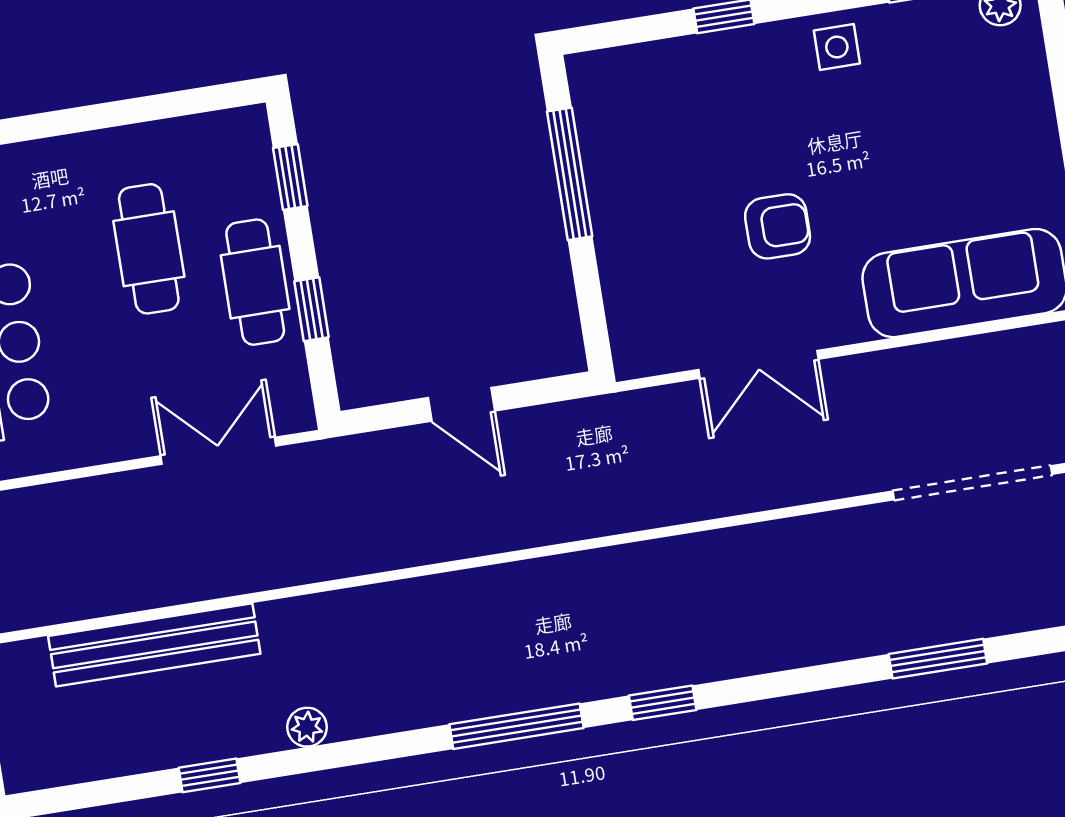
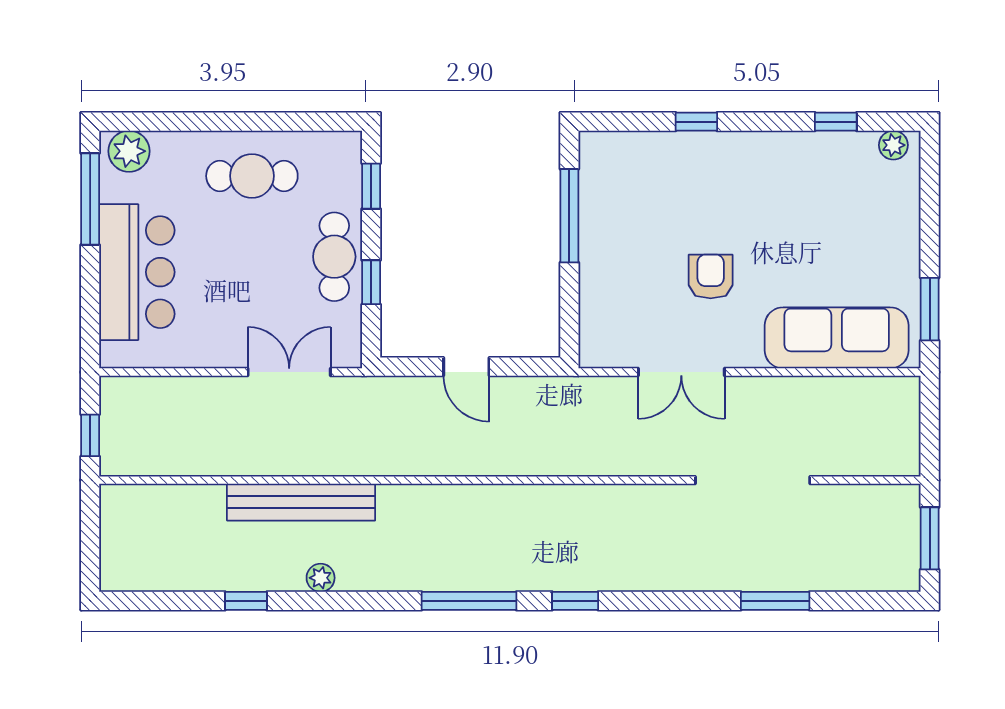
side table: (837, 47) -> (773, 156), removed
armchair: (778, 226) -> (711, 276), turned -90
cafe table: (149, 249) -> (252, 176), moved, turned 90
doorway: (973, 483) -> (753, 480), moved
bench: (154, 645) -> (301, 502), moved

